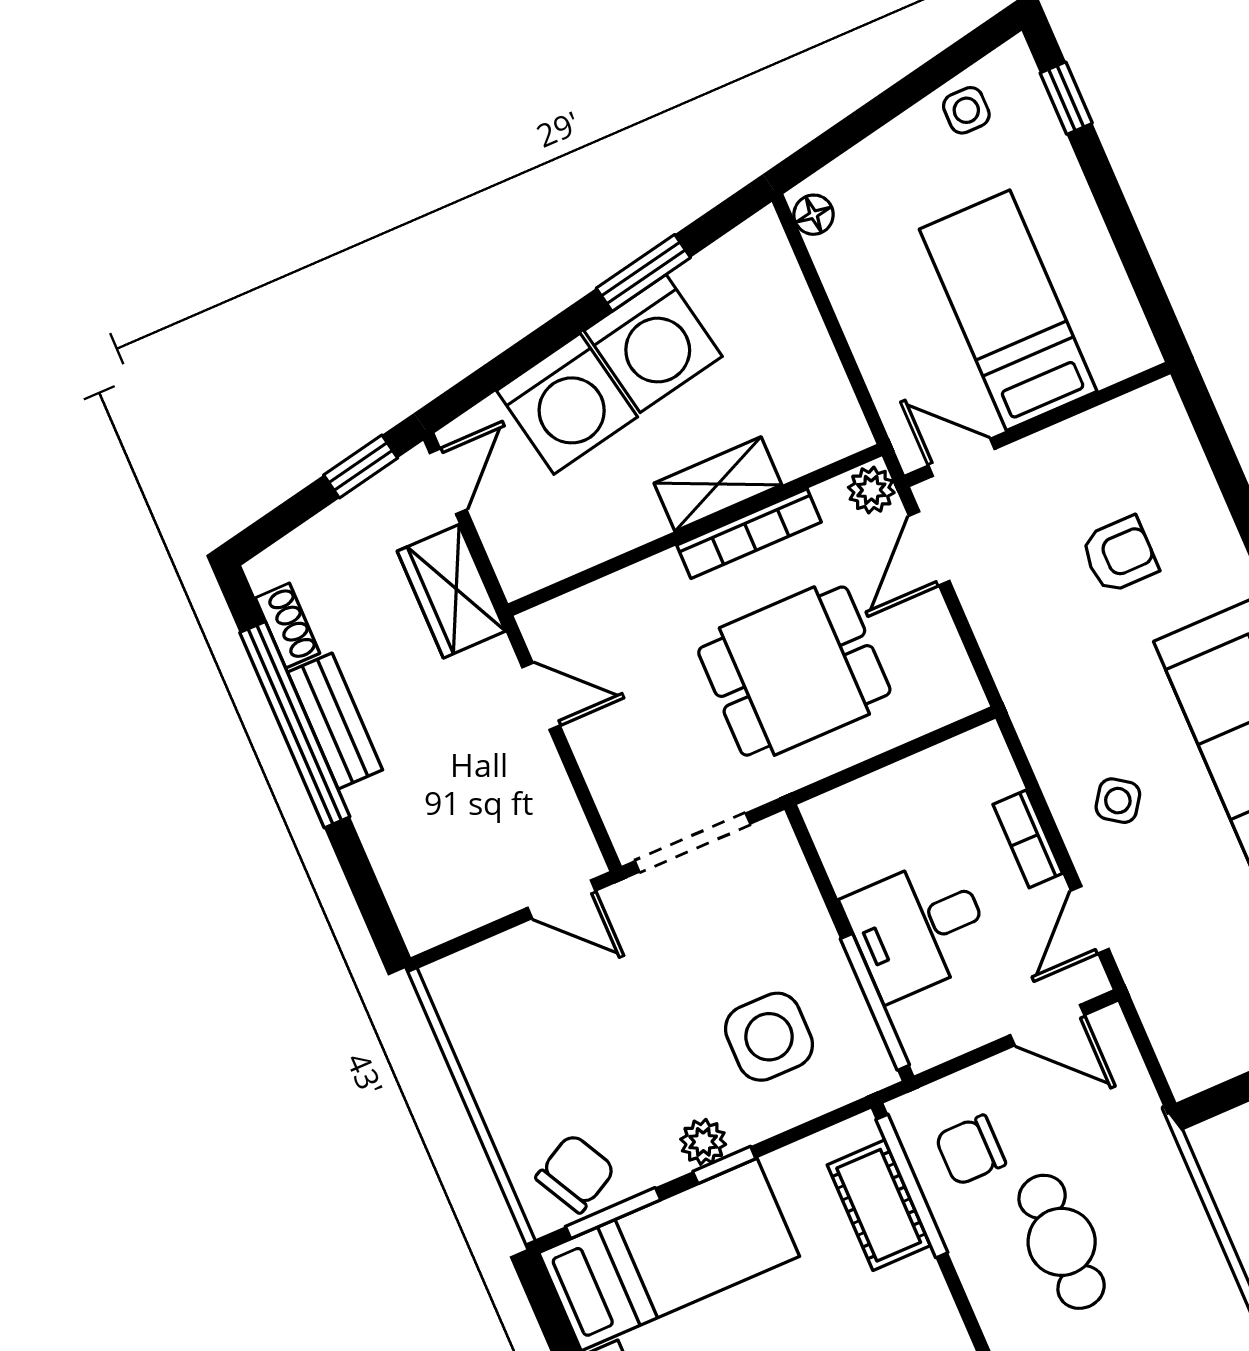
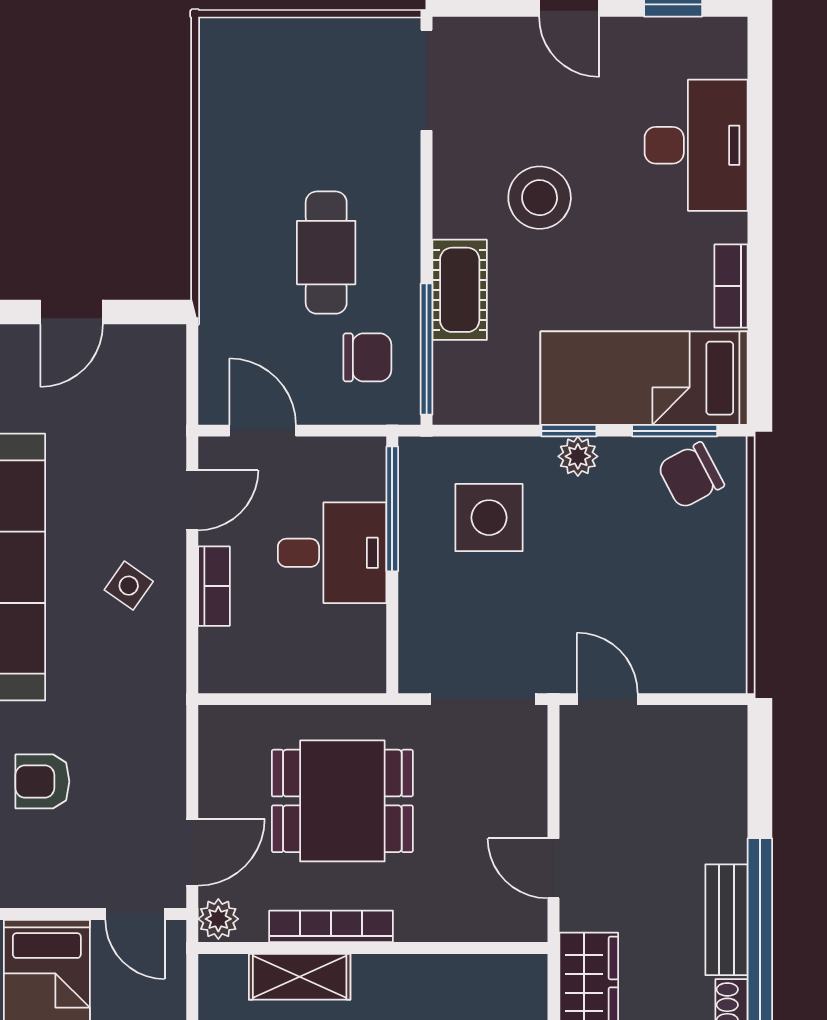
shelving: (718, 484) -> (300, 977), moved
cot: (879, 1205) -> (460, 290), moved

